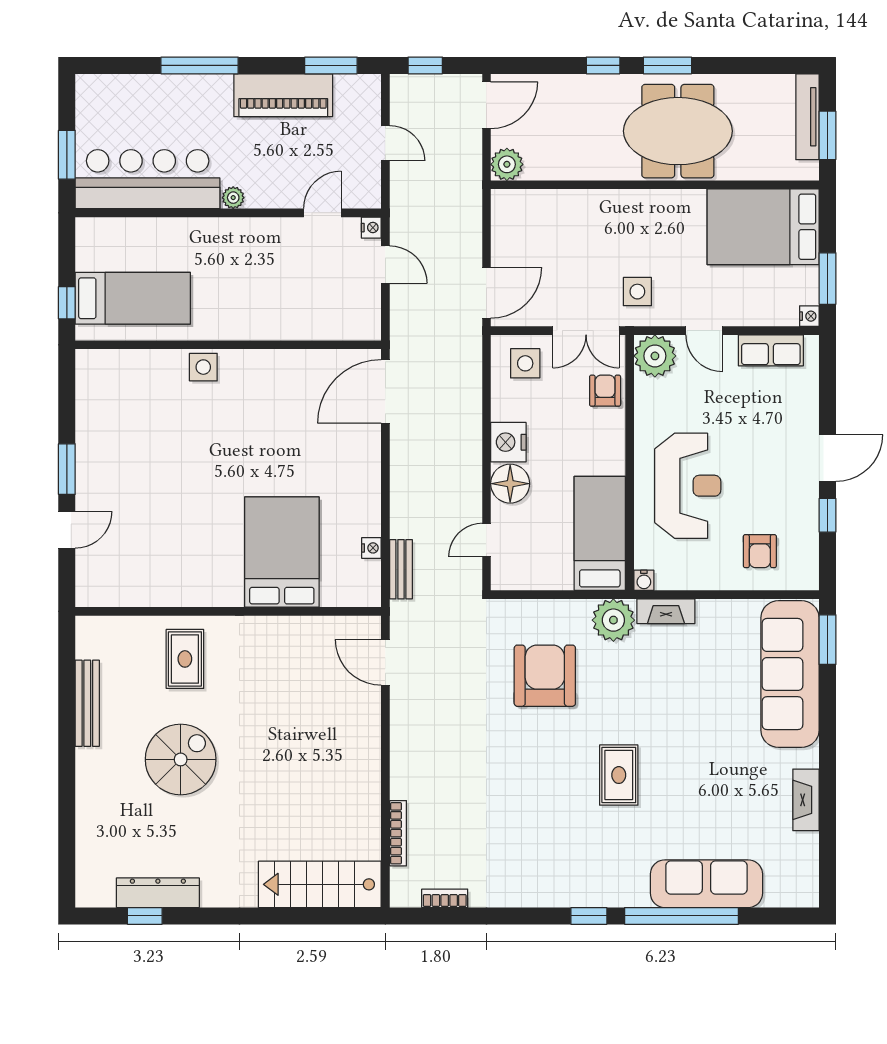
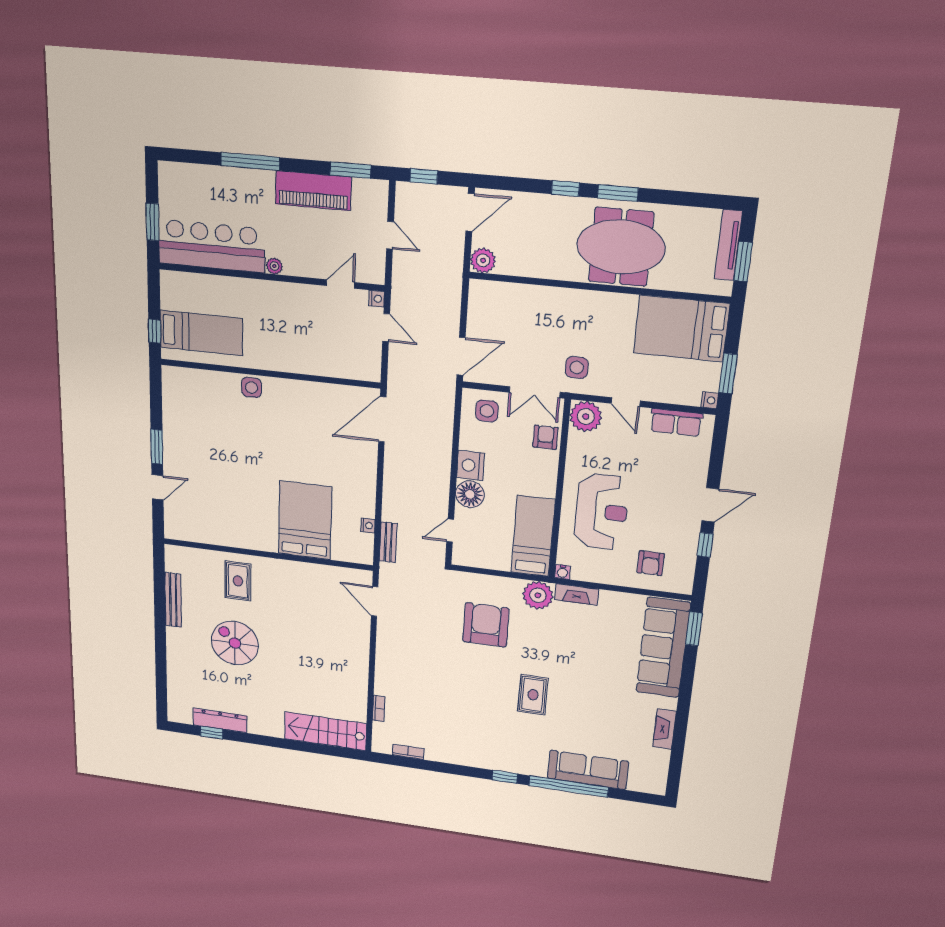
spiral stairs: (181, 759) -> (235, 643), turned -90
bookcase: (398, 833) -> (379, 708), width x0.64

